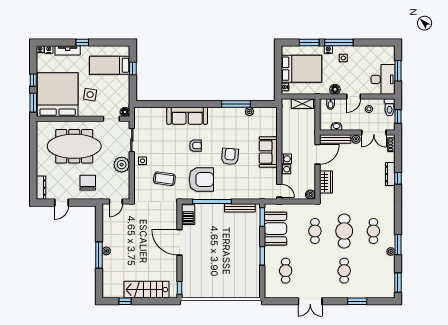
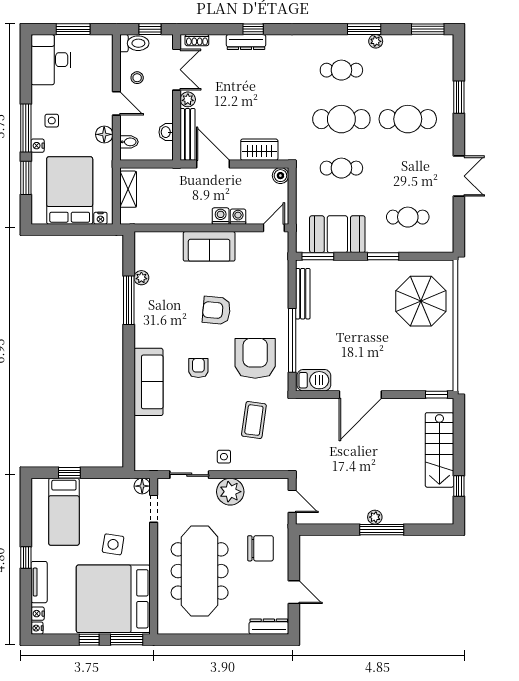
desk: (383, 79) -> (51, 60), moved, turned -90
chair: (88, 183) -> (260, 548), turned 180
cafe table: (344, 271) -> (408, 119), width x1.37, depth x1.35
parasol: (235, 278) -> (421, 301), added

